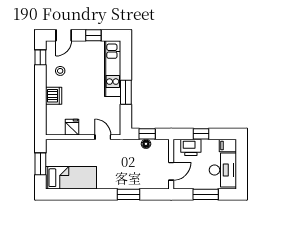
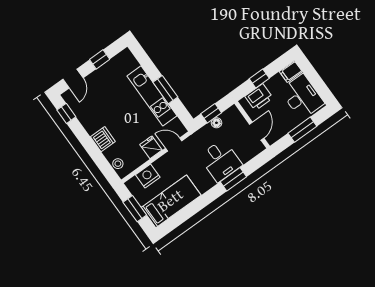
kitchen unit: (113, 69) -> (152, 96), moved
stool: (60, 71) -> (118, 164), moved
fridge: (72, 127) -> (151, 147), moved
nightstand: (67, 147) -> (148, 176), added
desk: (129, 174) -> (221, 161), added

